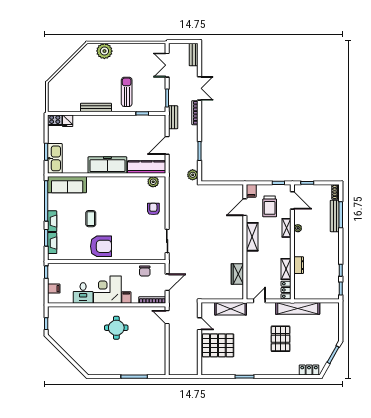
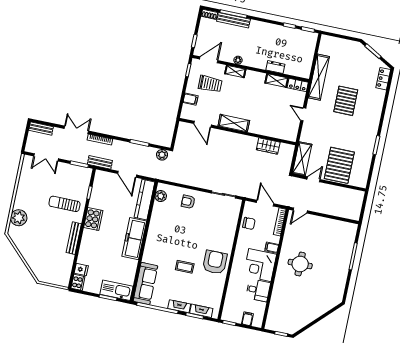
cooker: (118, 122) -> (93, 219), added
door: (245, 207) -> (203, 124), moved
shelving: (252, 237) -> (234, 123), moved
wall: (245, 242) -> (237, 132), moved
wardrobe: (237, 274) -> (268, 146), moved
shelving: (231, 309) -> (302, 159), moved
pallet: (281, 339) -> (346, 101), turned 90

